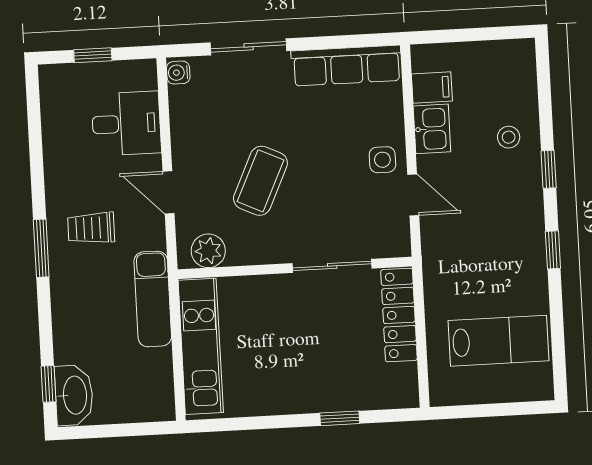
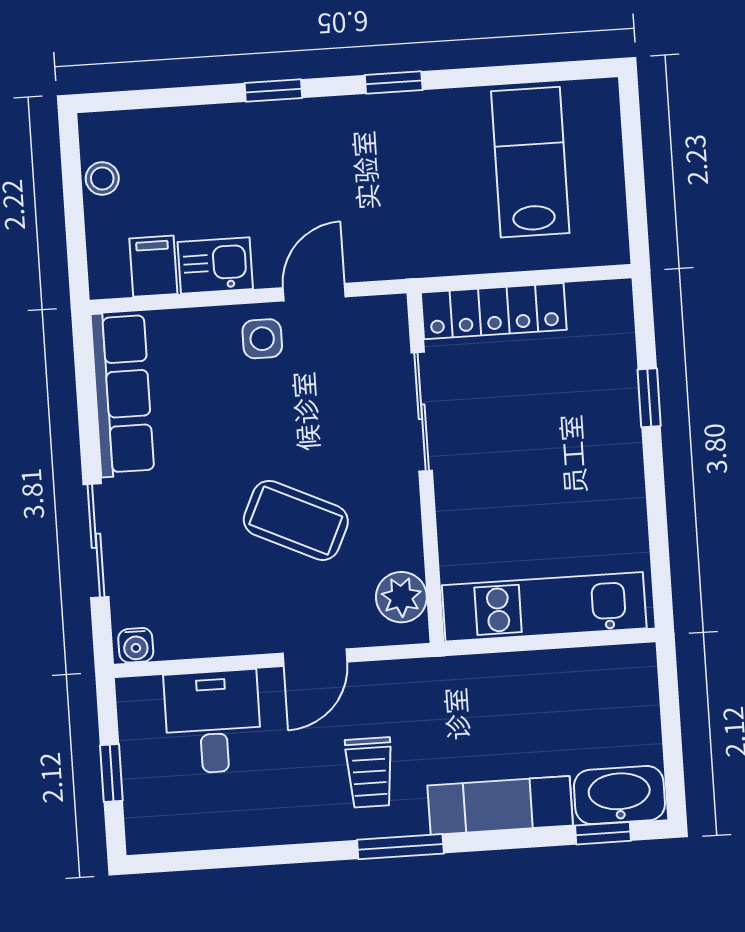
stool: (509, 137) -> (102, 178), moved
exam couch: (153, 299) -> (500, 805), moved, turned 180

